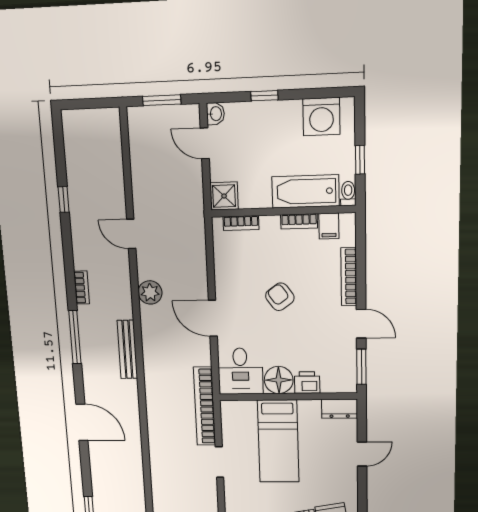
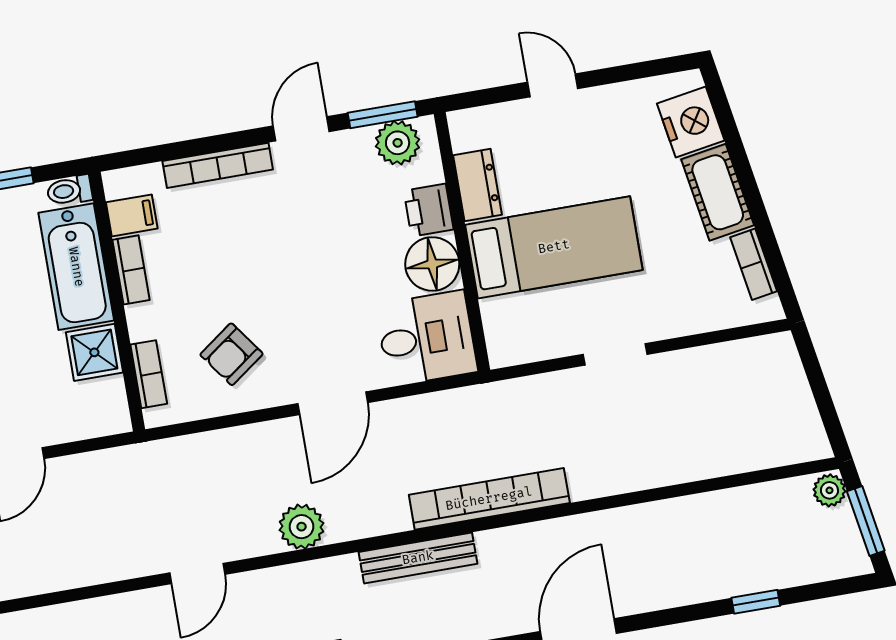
shower: (224, 196) -> (94, 352), moved
armchair: (280, 297) -> (232, 354), moved
plant: (345, 372) -> (398, 143), added
bookcase: (205, 406) -> (489, 499), moved, turned 180
dresser: (340, 409) -> (477, 185), moved

